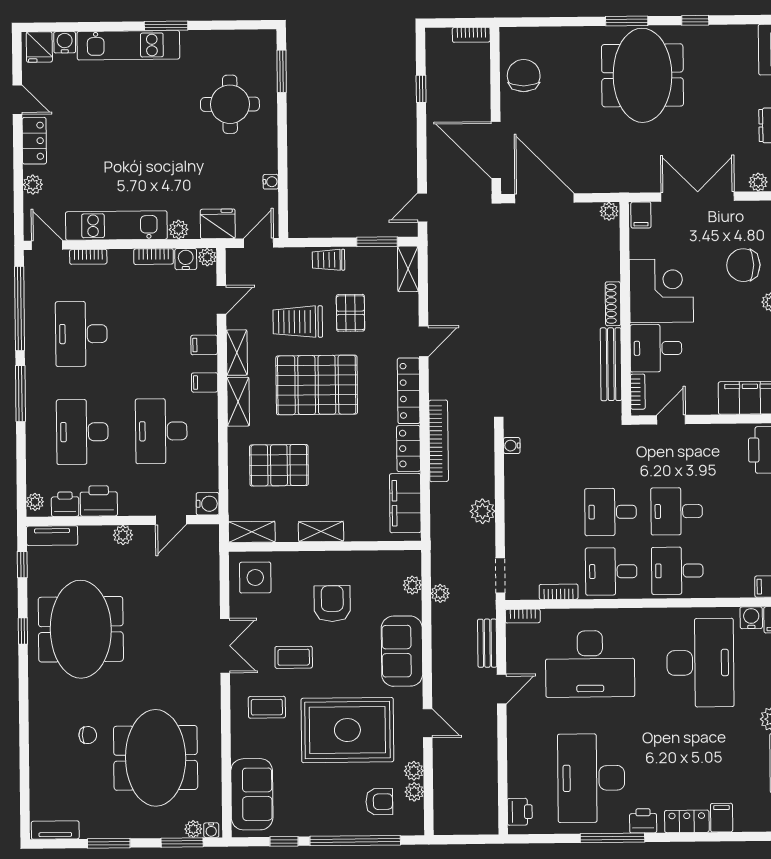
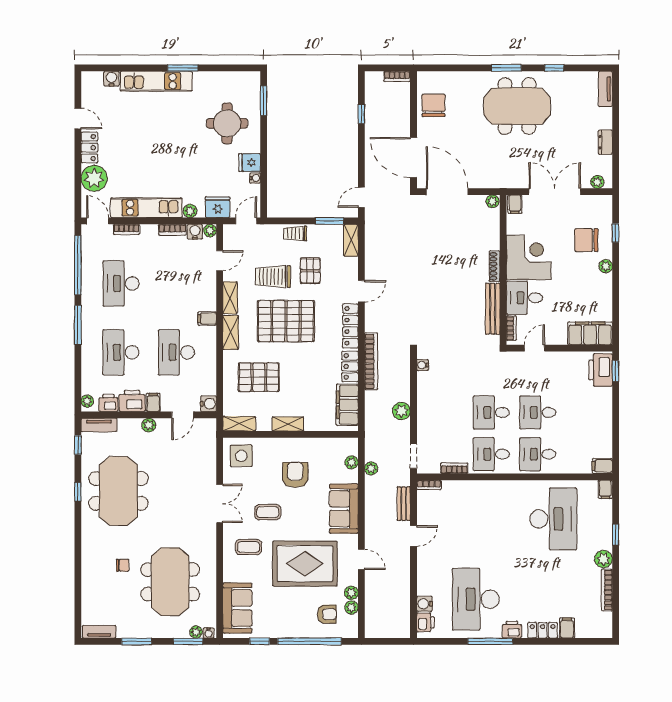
fridge: (39, 47) -> (250, 163), moved, turned 90
meeting table: (642, 75) -> (517, 106), turned 90
plant: (33, 185) -> (94, 178), width x1.87, depth x1.87
filing cabinet: (204, 345) -> (153, 402), moved, turned 90
water cooler: (751, 618) -> (424, 604), moved, turned -90
desk: (590, 664) -> (476, 519), removed

